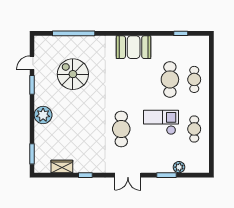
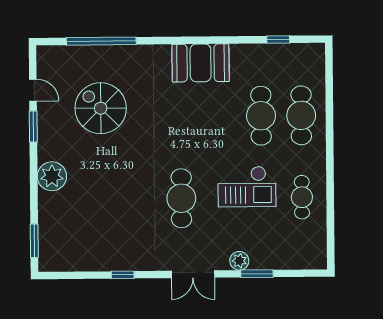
door: (32, 63) -> (33, 90), swing flipped
cafe table: (194, 79) -> (301, 115), width x1.37, depth x1.35
checkout: (161, 122) -> (247, 187), turned 180
wardrobe: (62, 167) -> (84, 261), removed
plant: (179, 167) -> (239, 261), moved

